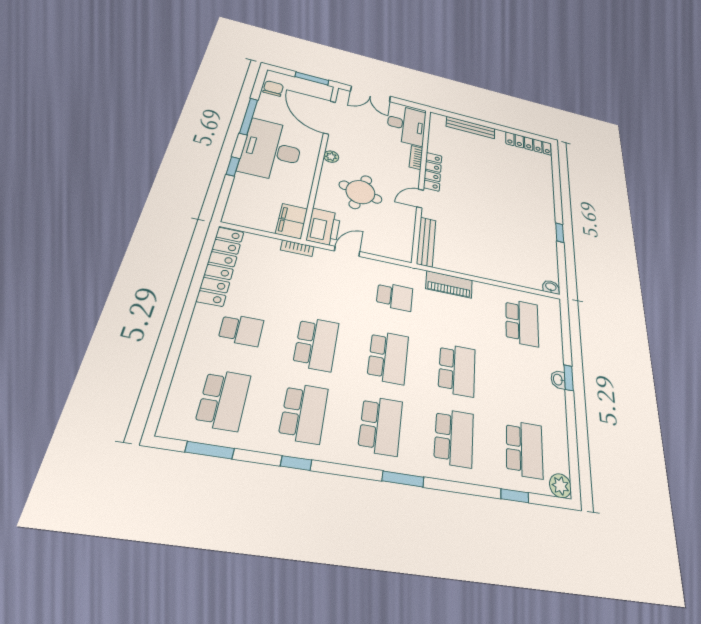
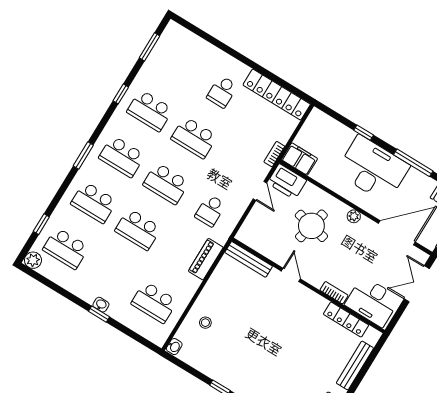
locker: (433, 172) -> (346, 320), moved
stool: (511, 264) -> (205, 323), added
school desk: (223, 400) -> (178, 65), removed

